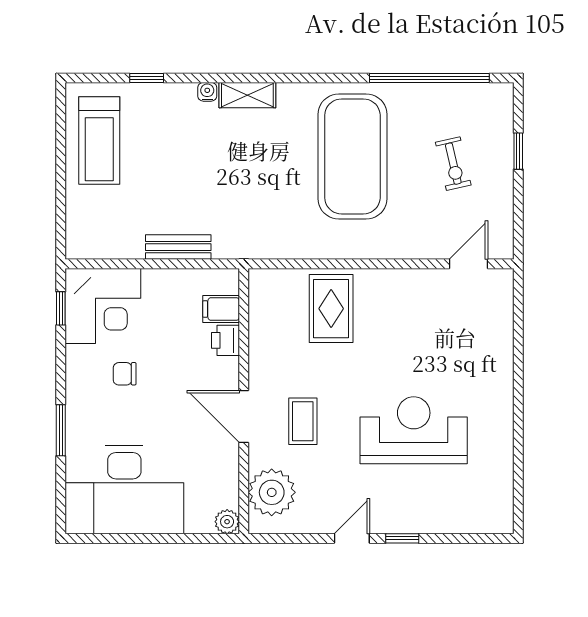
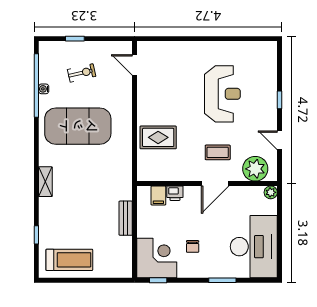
water cooler: (207, 92) -> (44, 89), moved
reception desk: (414, 430) -> (222, 94), turned 180
door: (352, 538) -> (280, 140), moved

